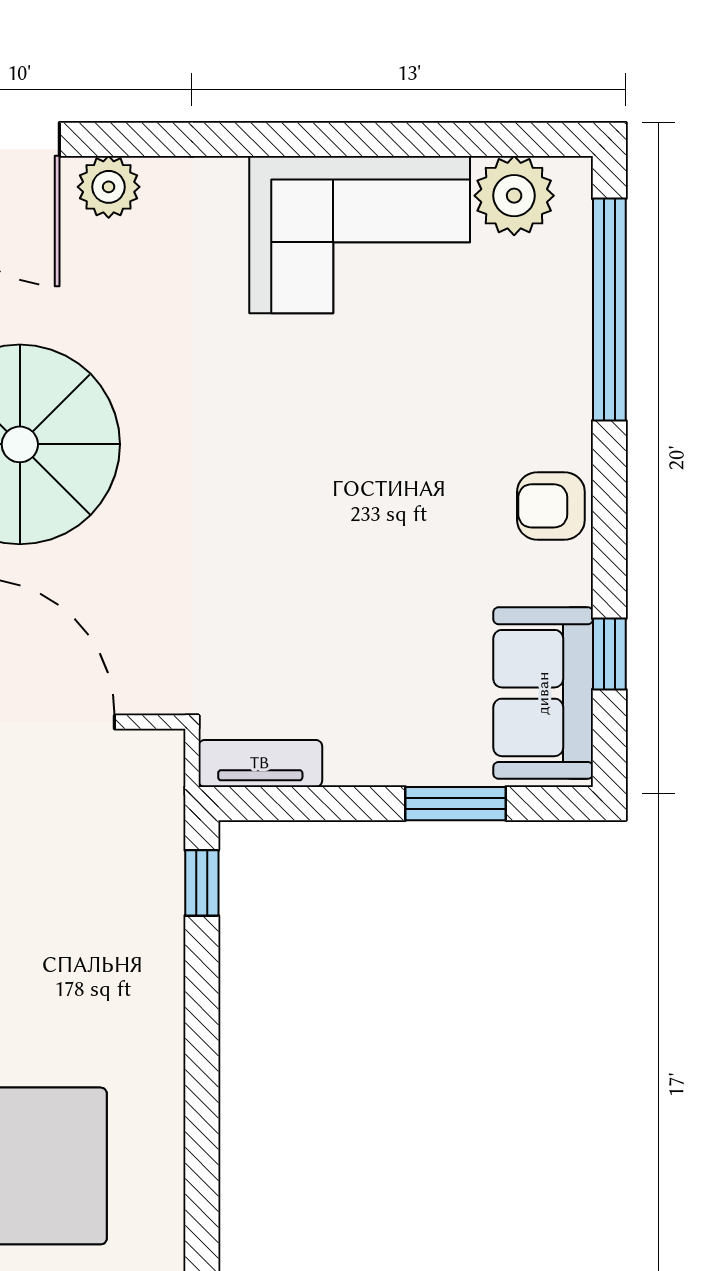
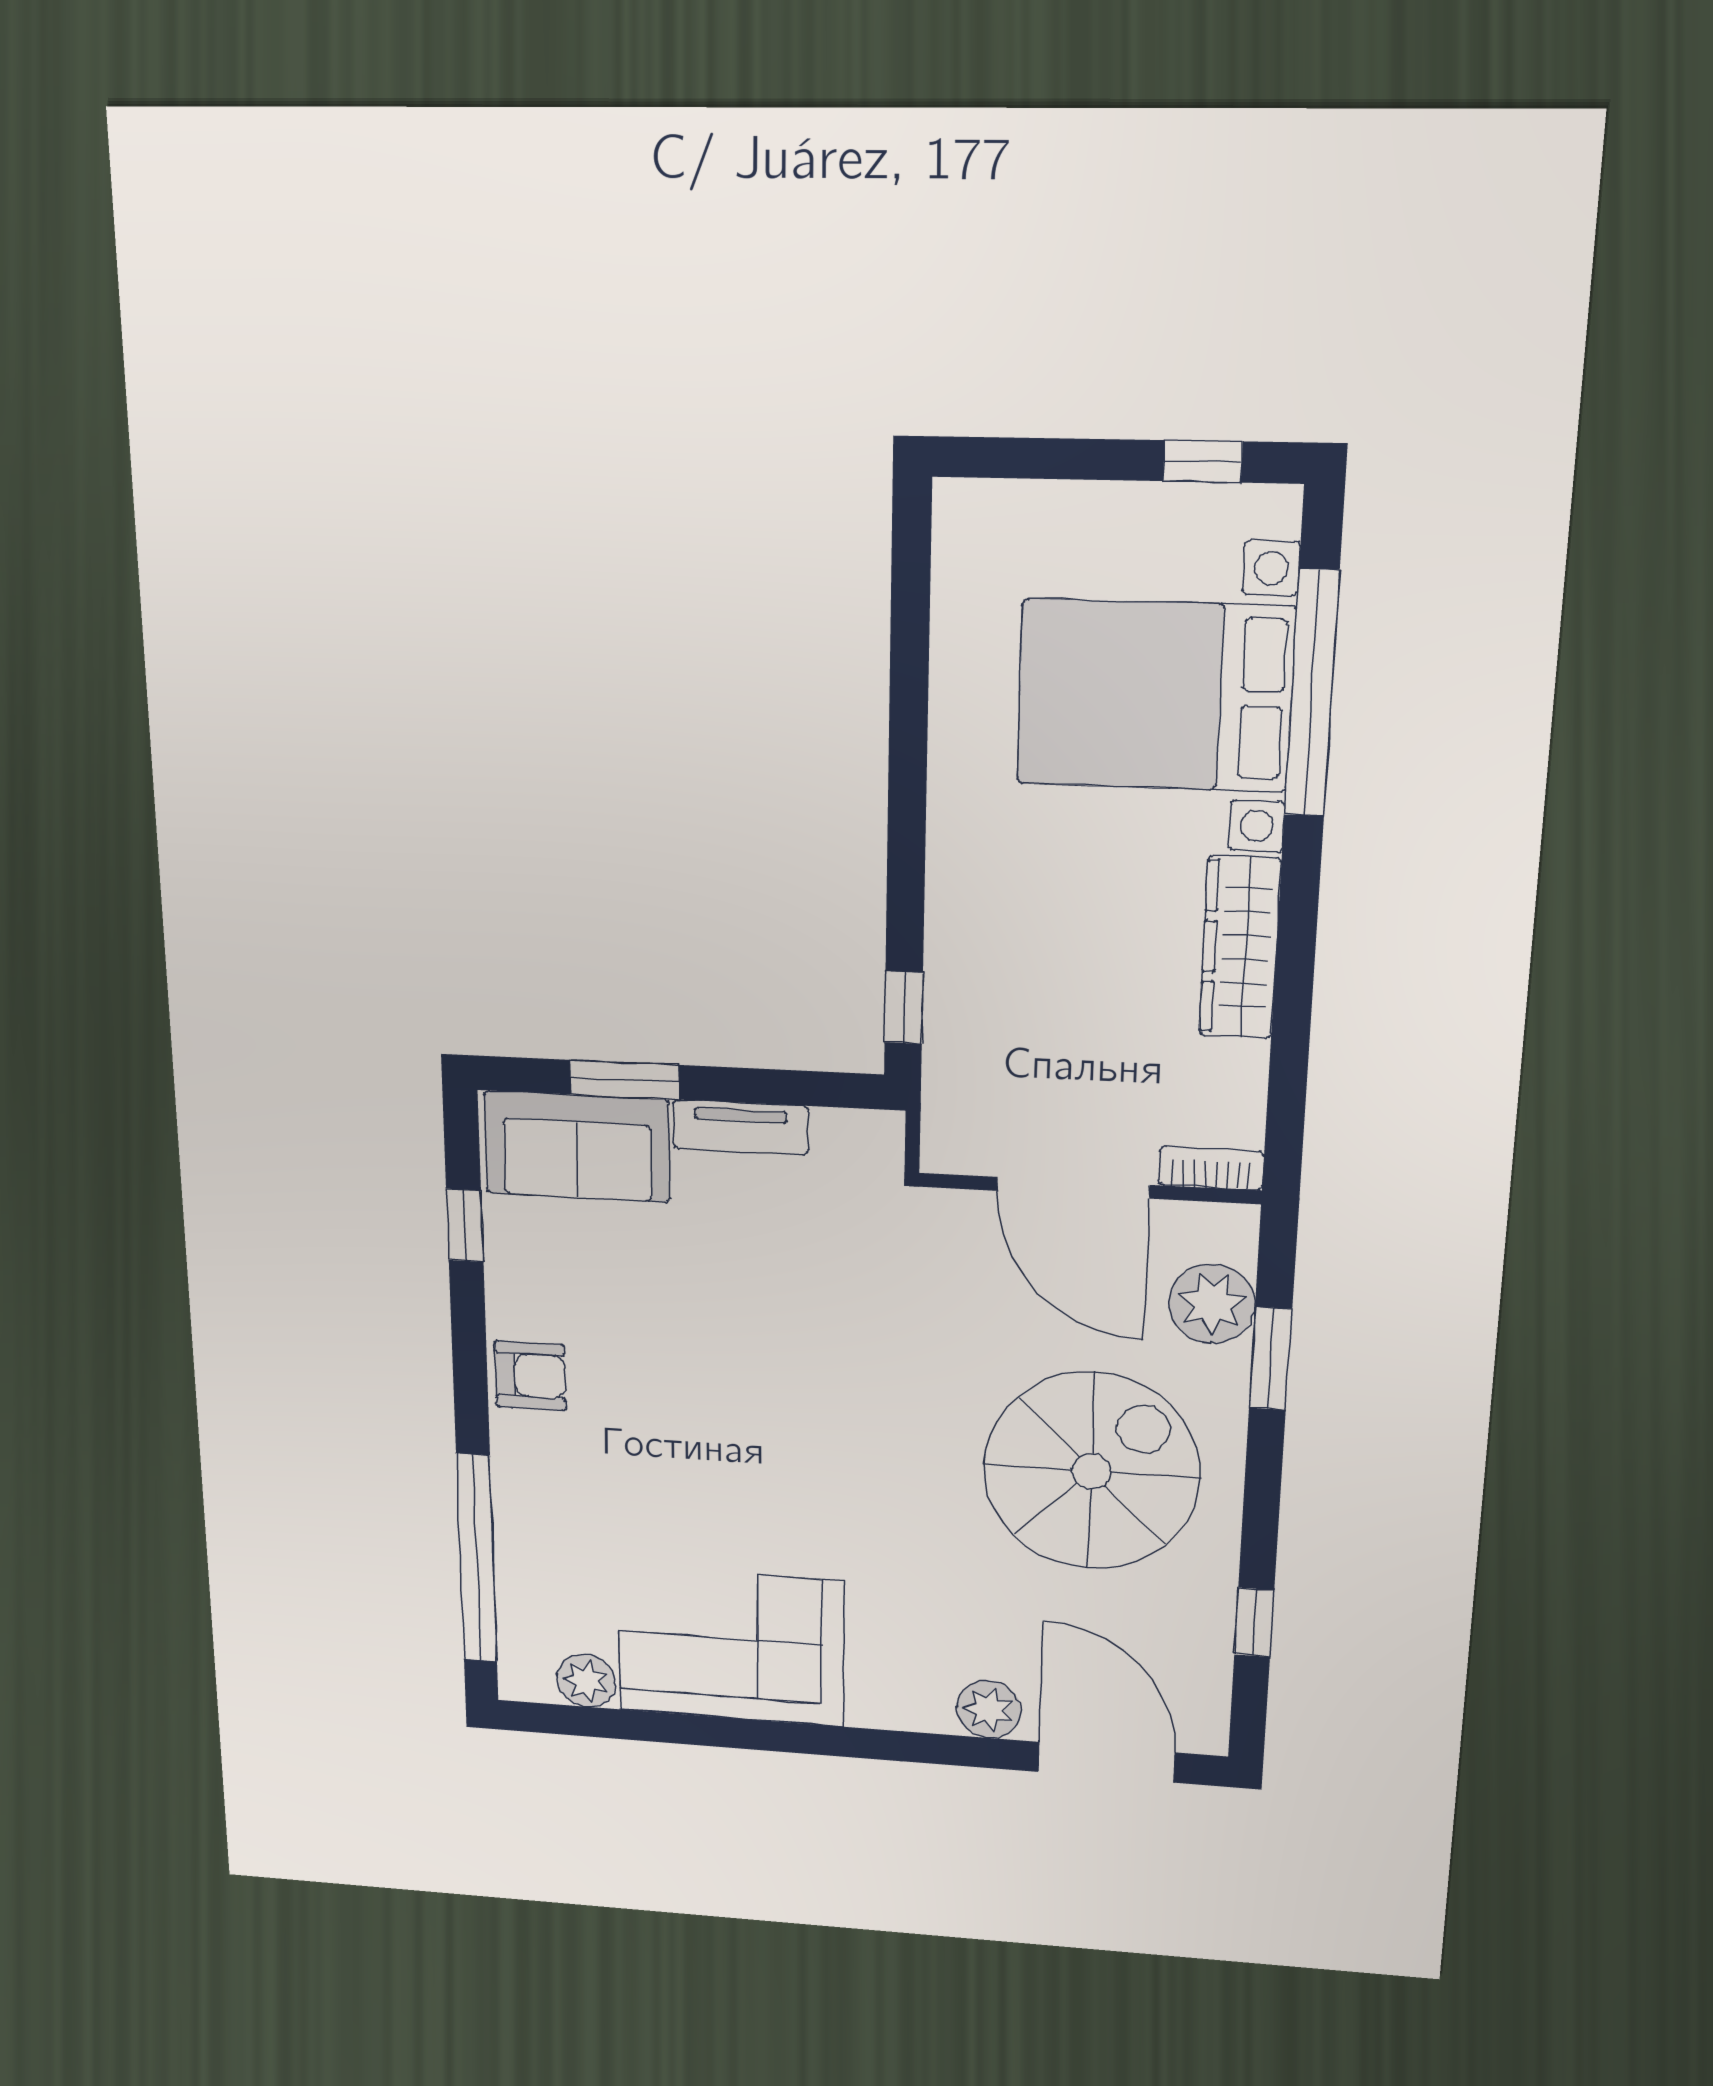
plant: (514, 196) -> (586, 1681), width x0.73, depth x0.73
sofa: (543, 693) -> (577, 1146), moved, turned 90
tv unit: (260, 763) -> (741, 1127), moved

